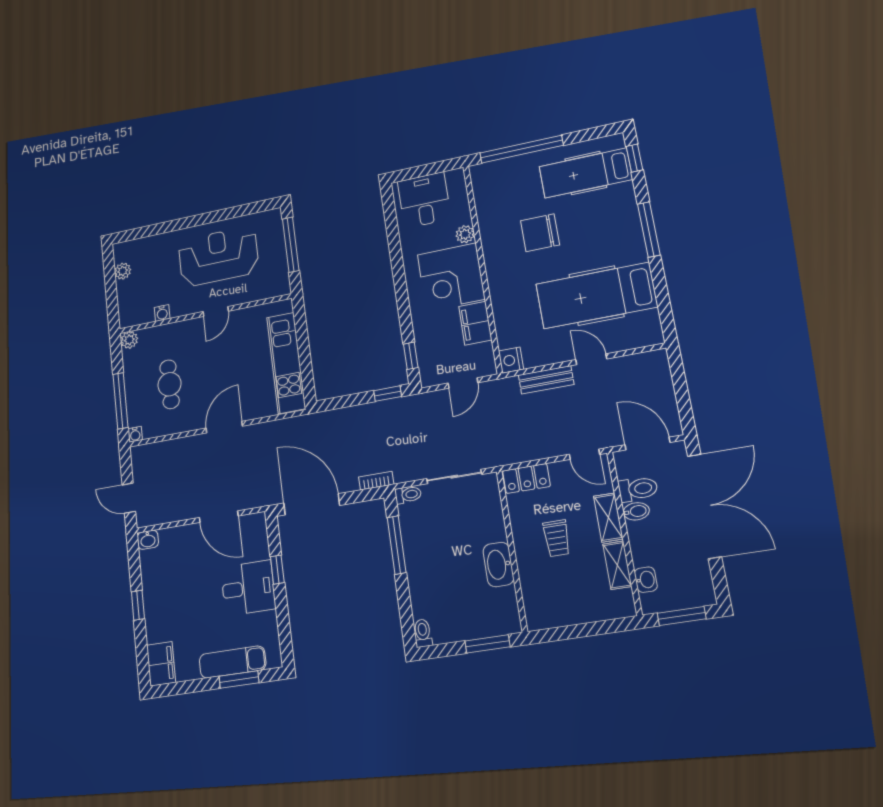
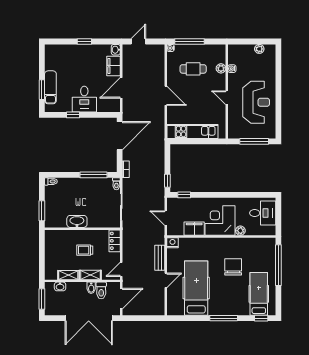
plant: (129, 340) -> (221, 68), moved
window: (277, 570) -> (73, 115), moved
filing cabinet: (161, 664) -> (114, 66), moved, turned 90

